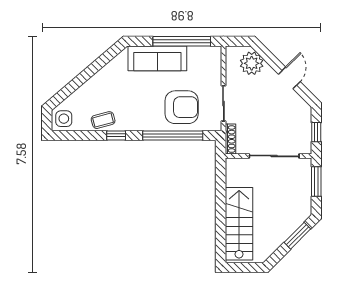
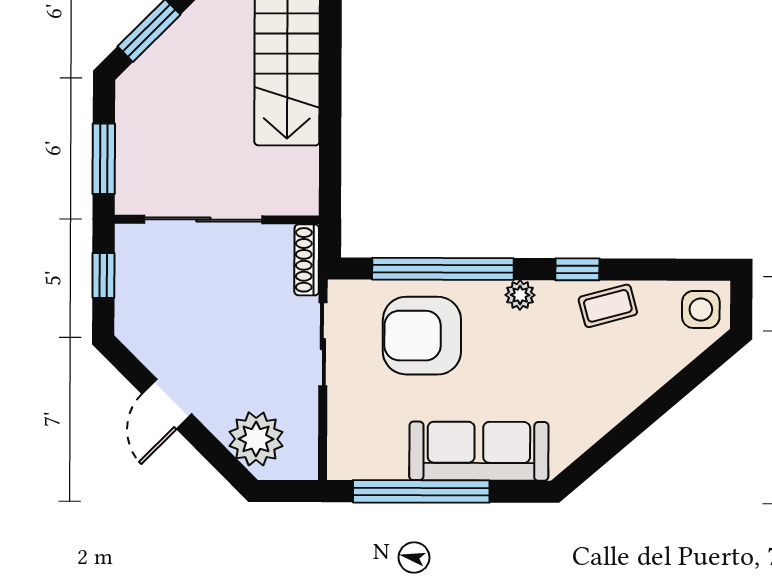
plant: (140, 124) -> (520, 295), added

